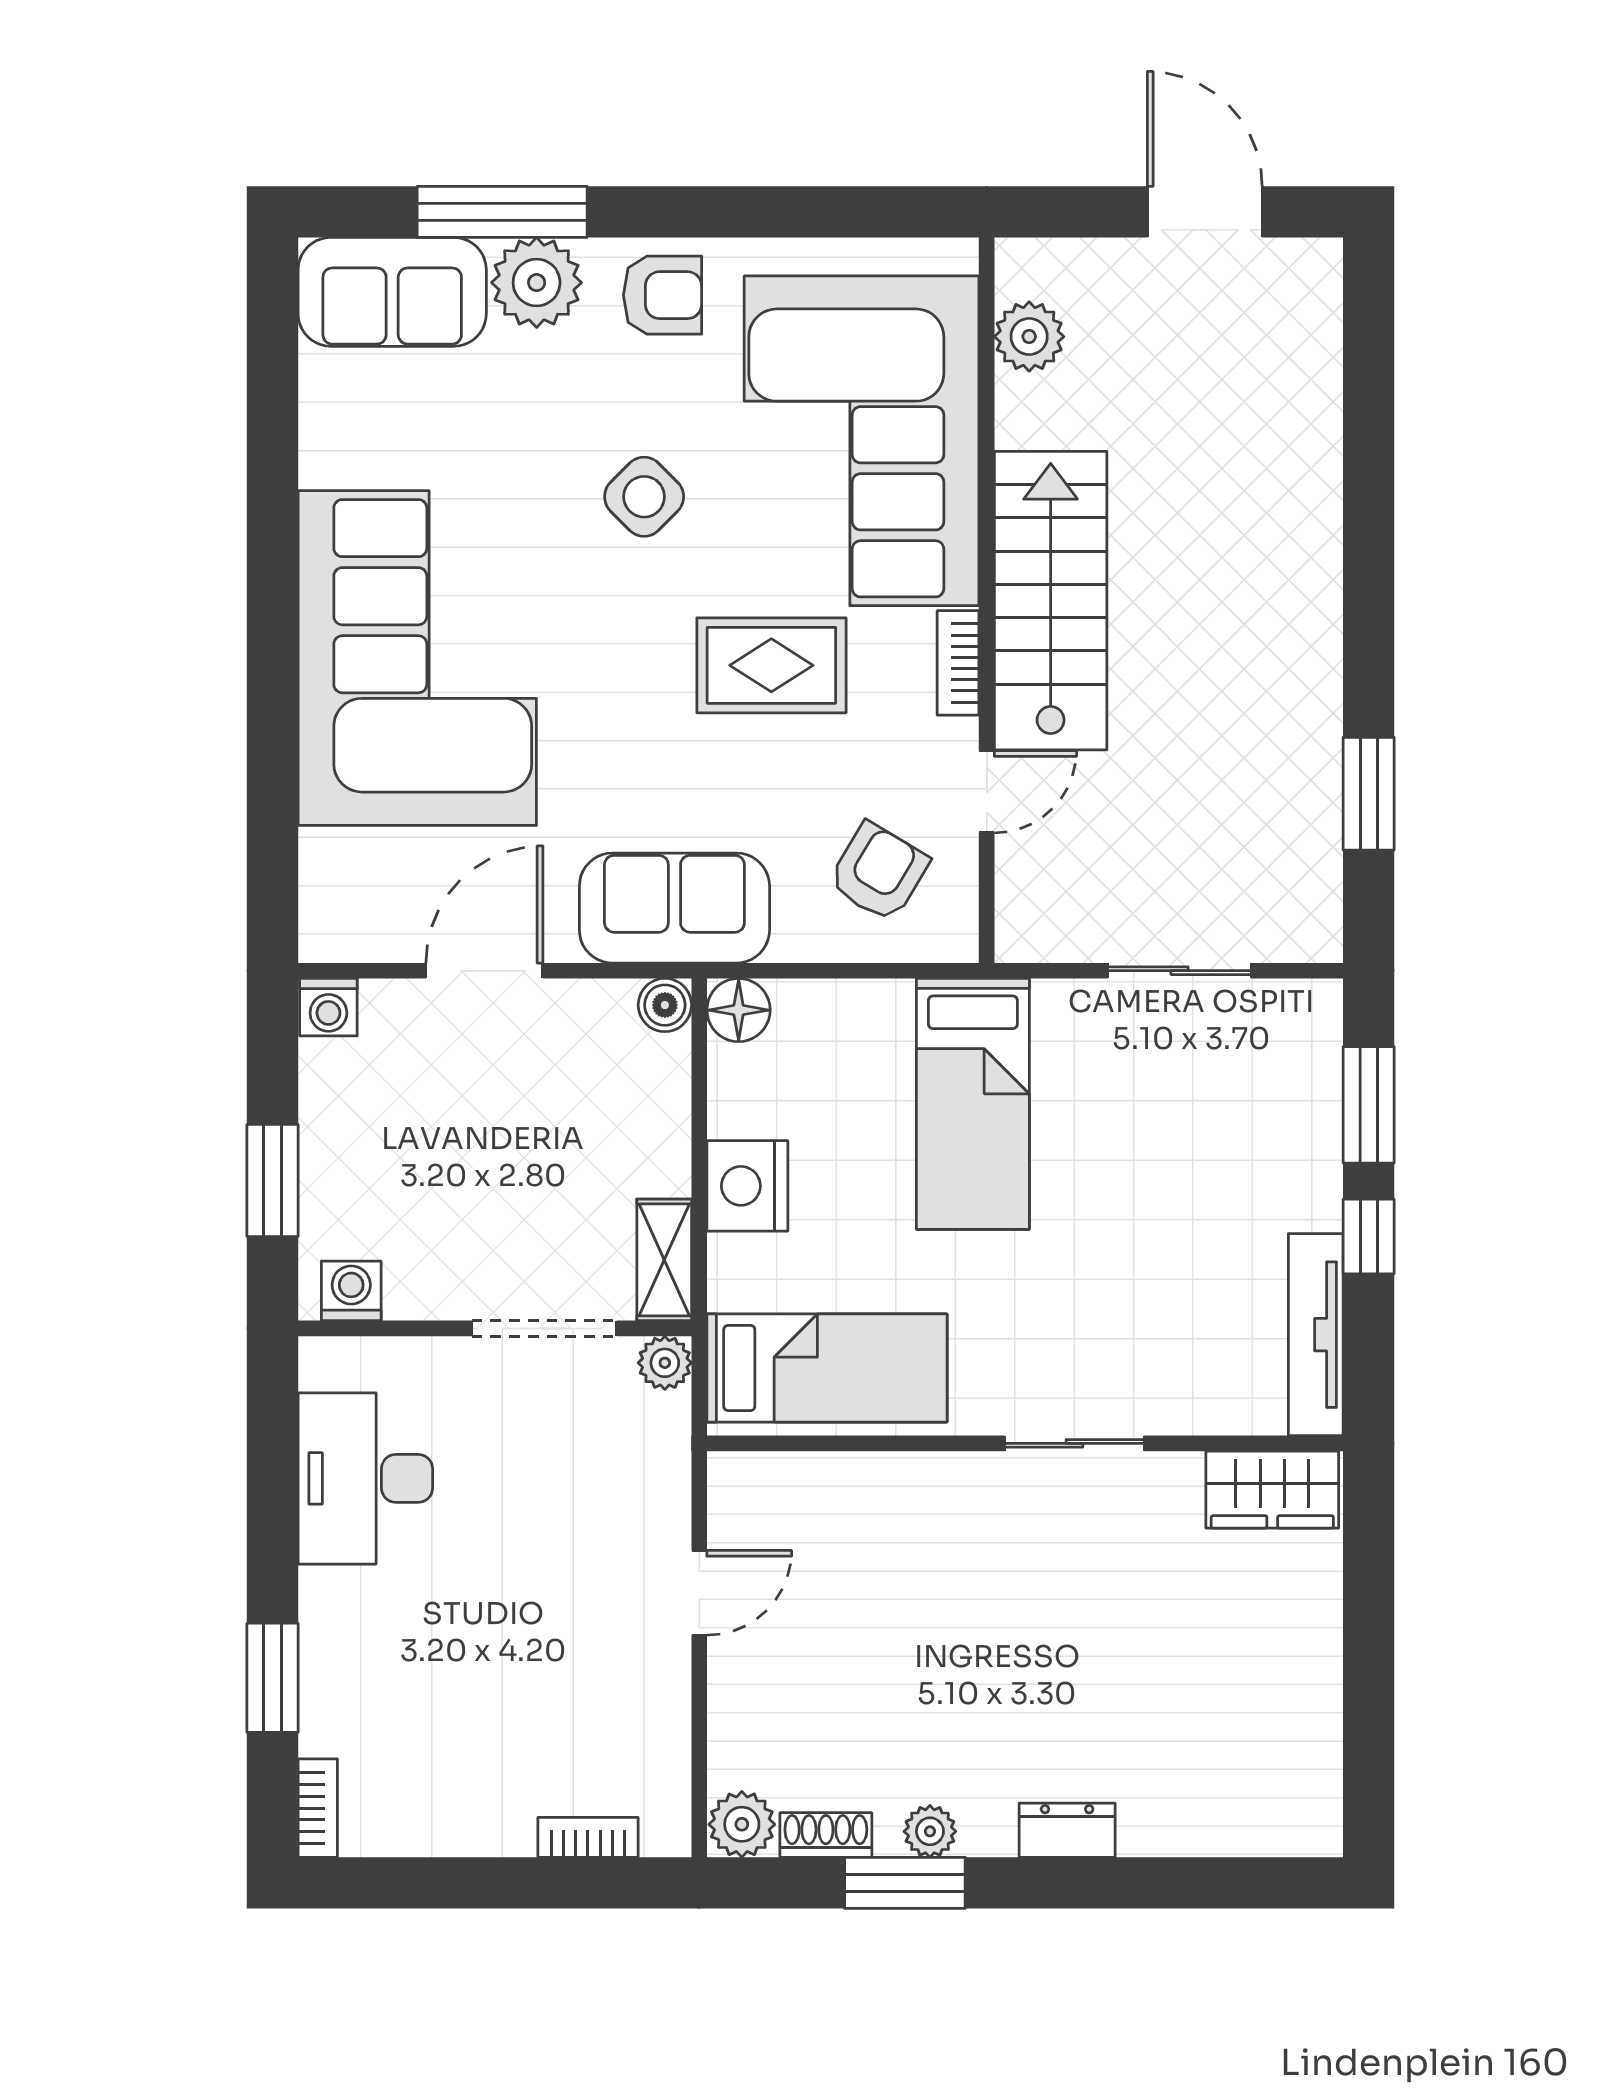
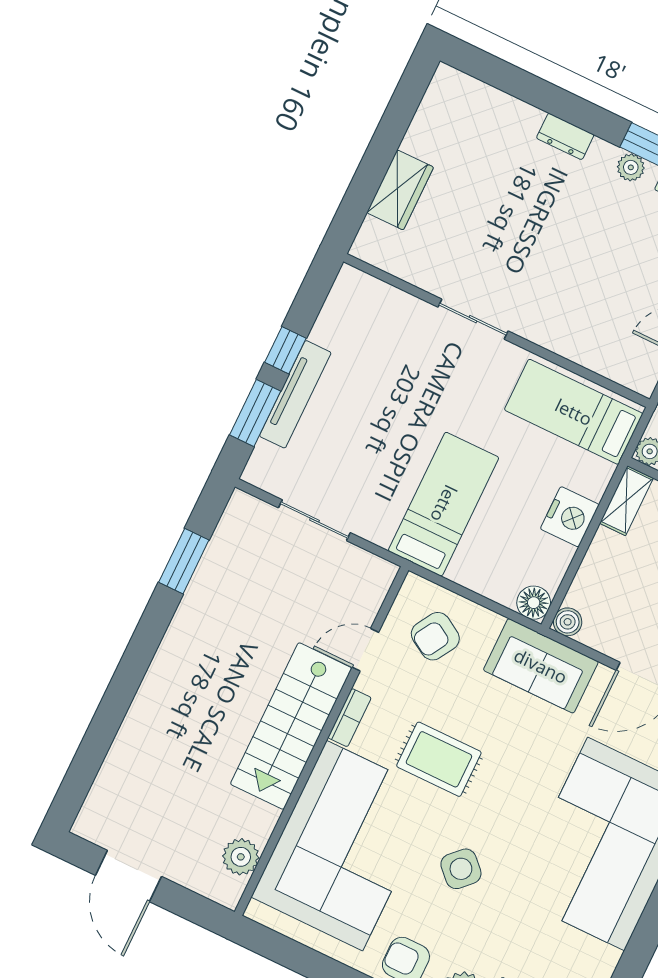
tv unit: (1316, 1335) -> (295, 394), moved
wardrobe: (1272, 1490) -> (400, 190), moved, turned 90

